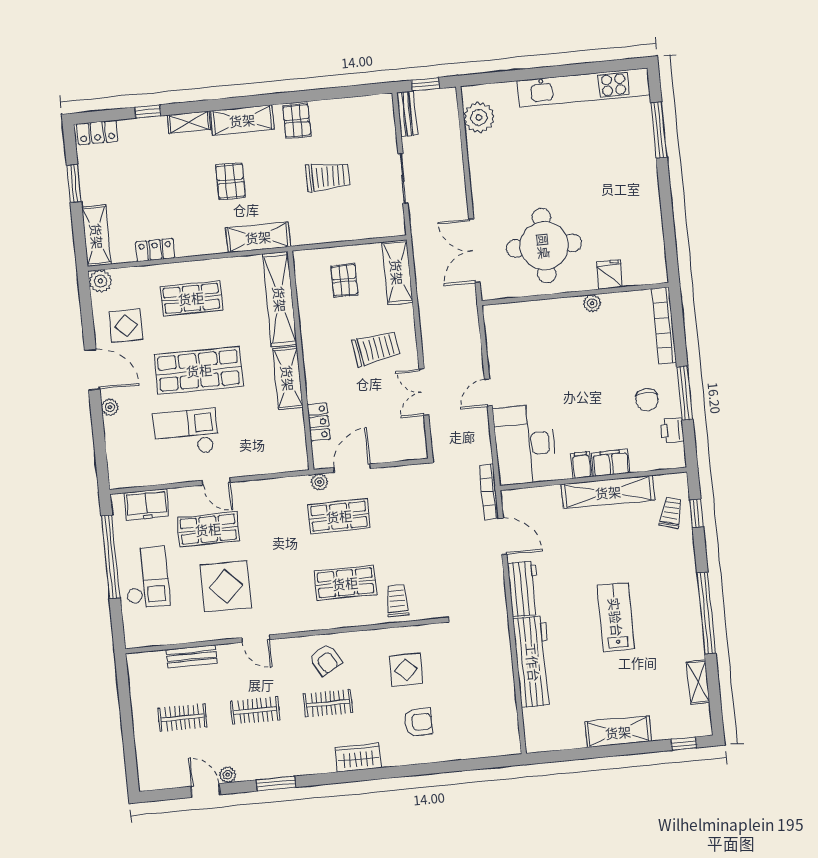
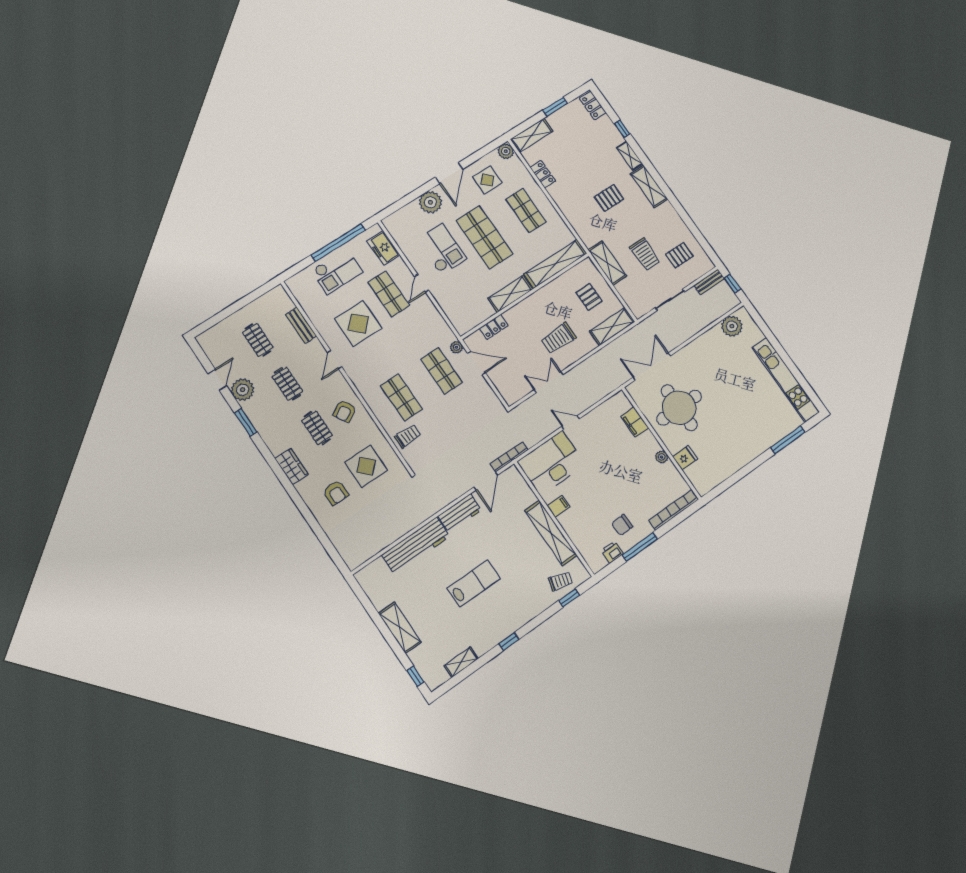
pallet: (297, 121) -> (679, 255), moved
shelving: (258, 237) -> (607, 263), moved
pallet: (344, 280) -> (589, 297), turned 90
trolley: (376, 348) -> (559, 338), turned 99
plant: (110, 407) -> (431, 202), width x1.88, depth x1.88
filing cabinet: (611, 463) -> (635, 422), moved, turned 180
window: (706, 613) -> (509, 641), width x0.32
display table: (406, 670) -> (366, 466), width x1.36, depth x1.36
plant: (228, 775) -> (243, 390), width x1.88, depth x1.88

